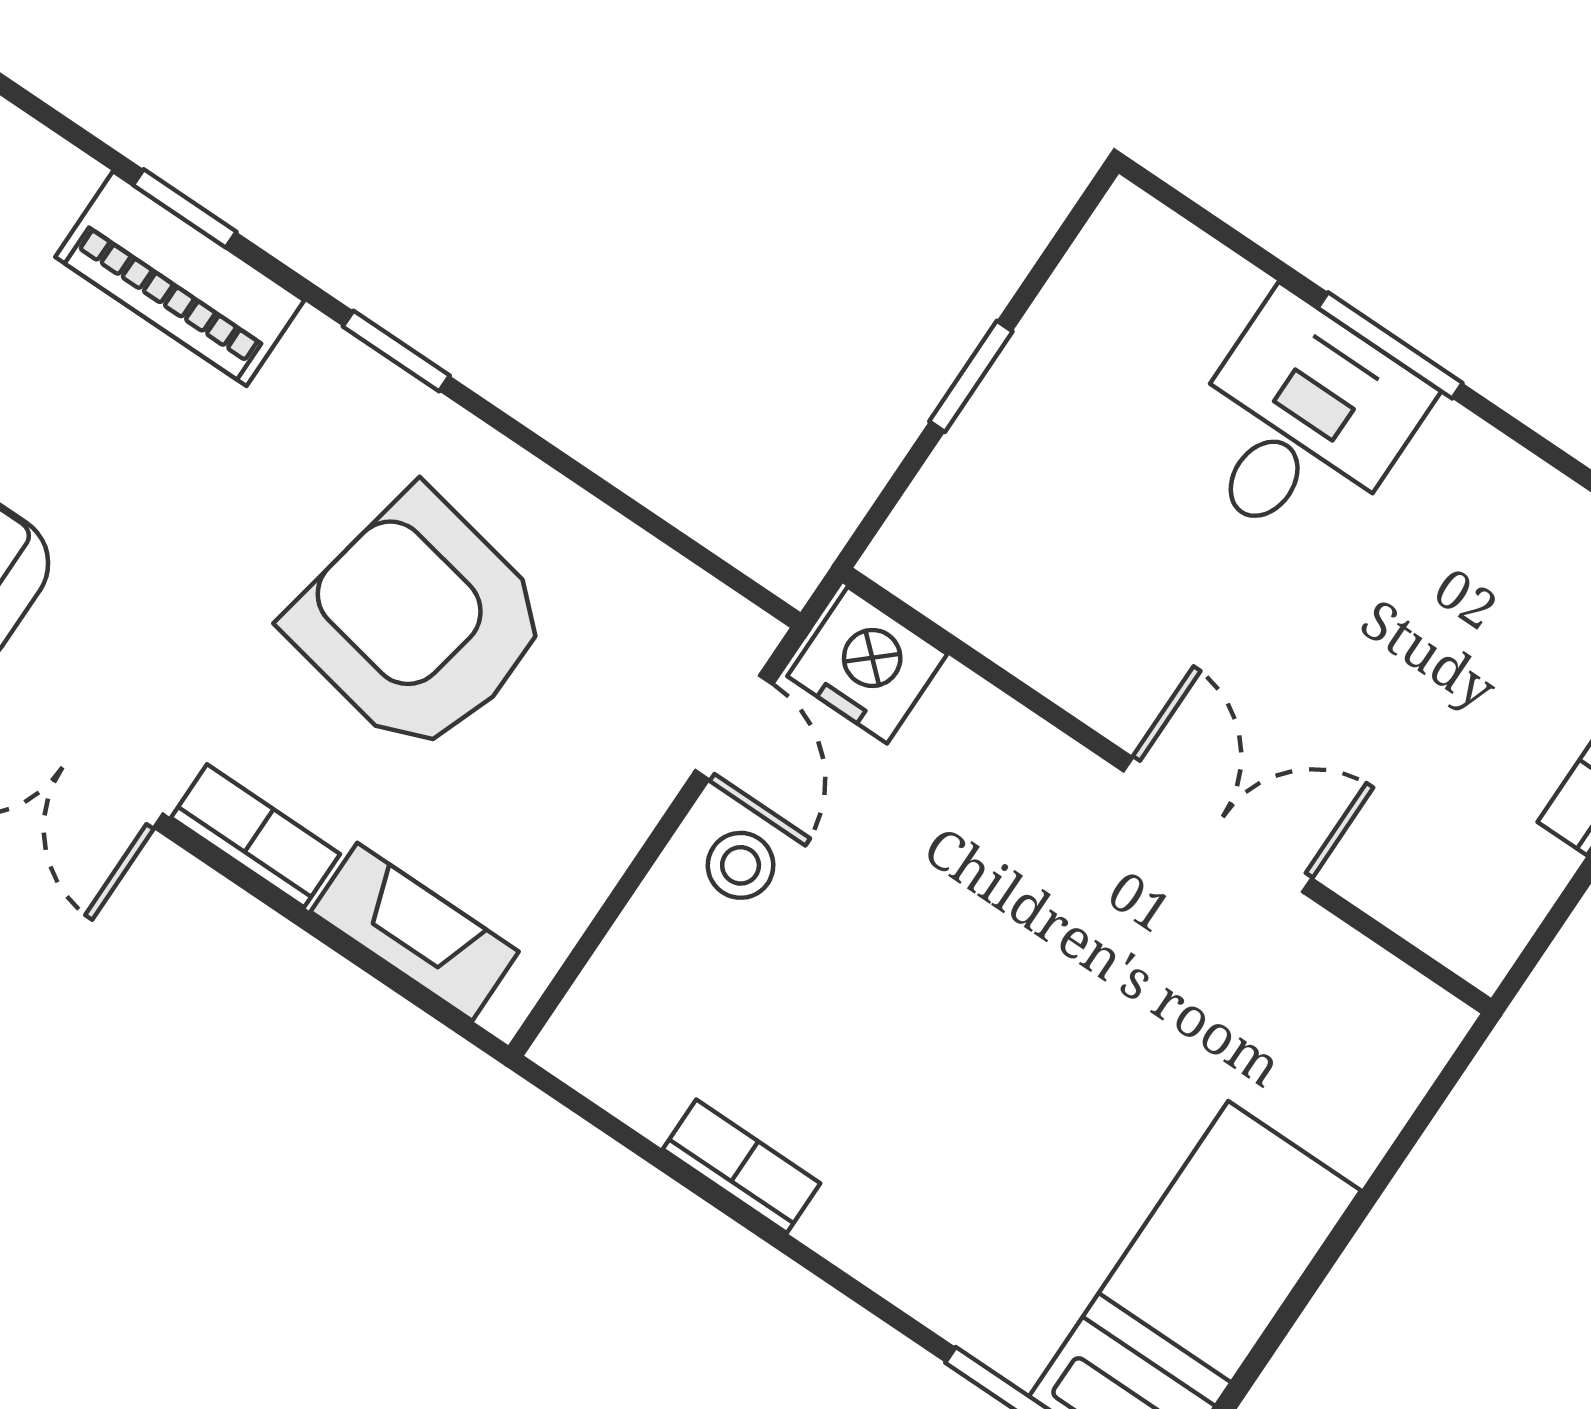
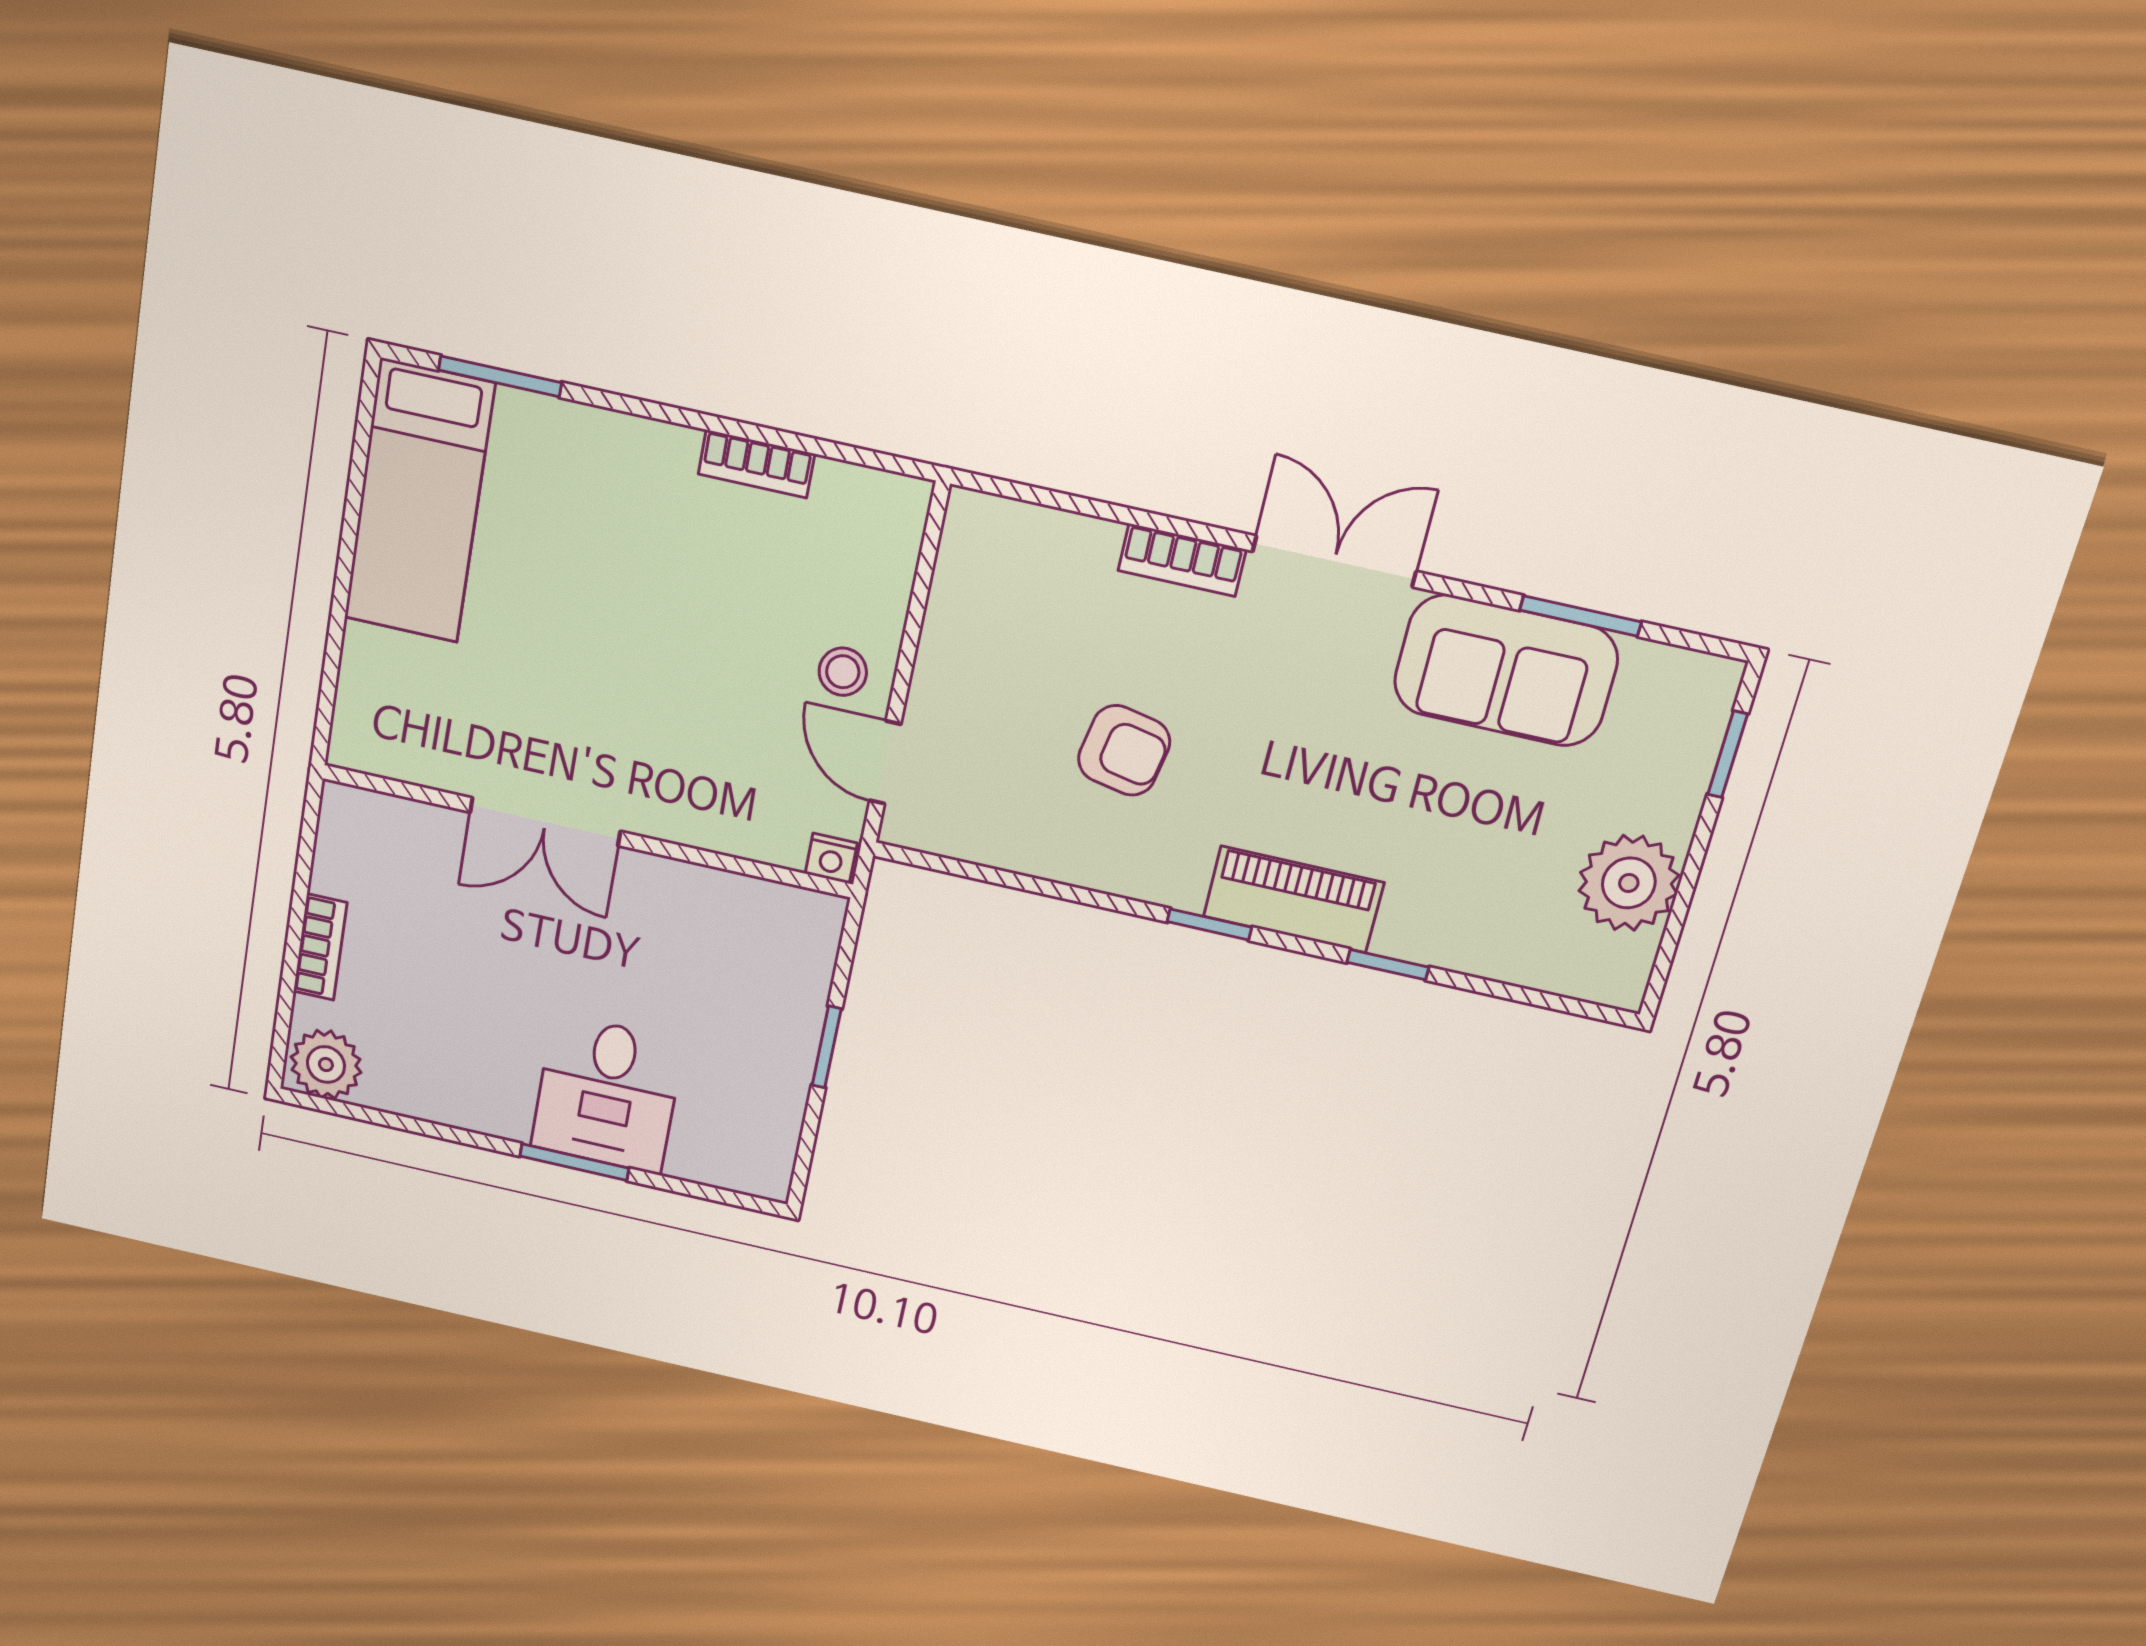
piano: (180, 279) -> (1294, 899), moved
armchair: (420, 623) -> (1124, 750), width x0.53, depth x0.53
nightstand: (867, 665) -> (831, 858), width x0.53, depth x0.56
fireplace: (415, 932) -> (1046, 537), removed

